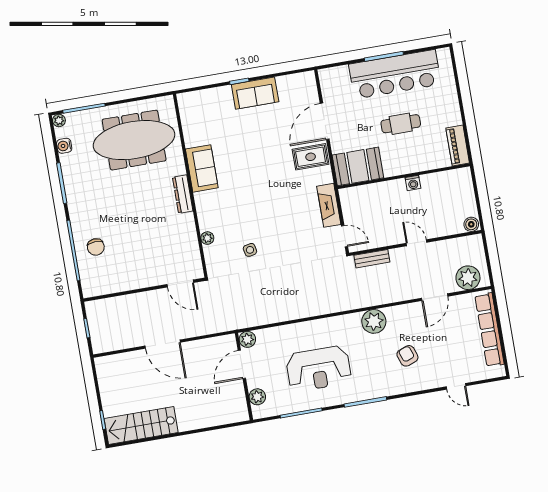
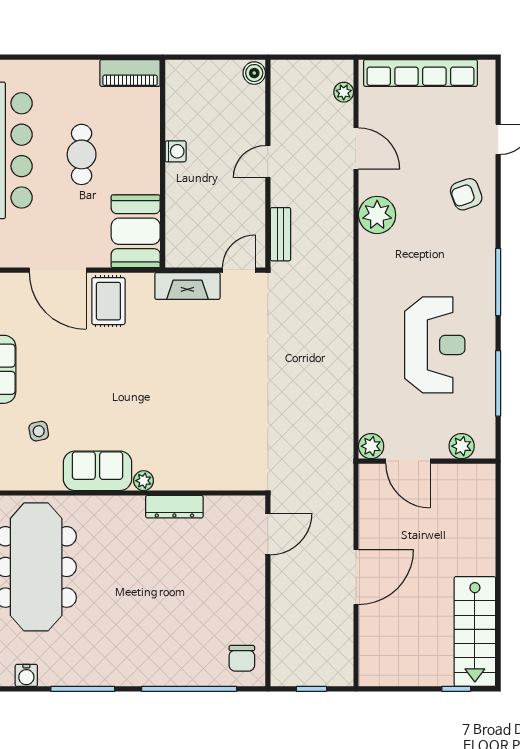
dresser: (183, 194) -> (174, 507), moved
plant: (207, 238) -> (144, 481), moved
chair: (96, 247) -> (242, 658), moved, turned 93
side table: (250, 250) -> (39, 431), moved
plant: (468, 278) -> (344, 92), width x0.53, depth x0.53
plant: (374, 321) -> (377, 215), moved
armchair: (407, 356) -> (466, 194), moved

